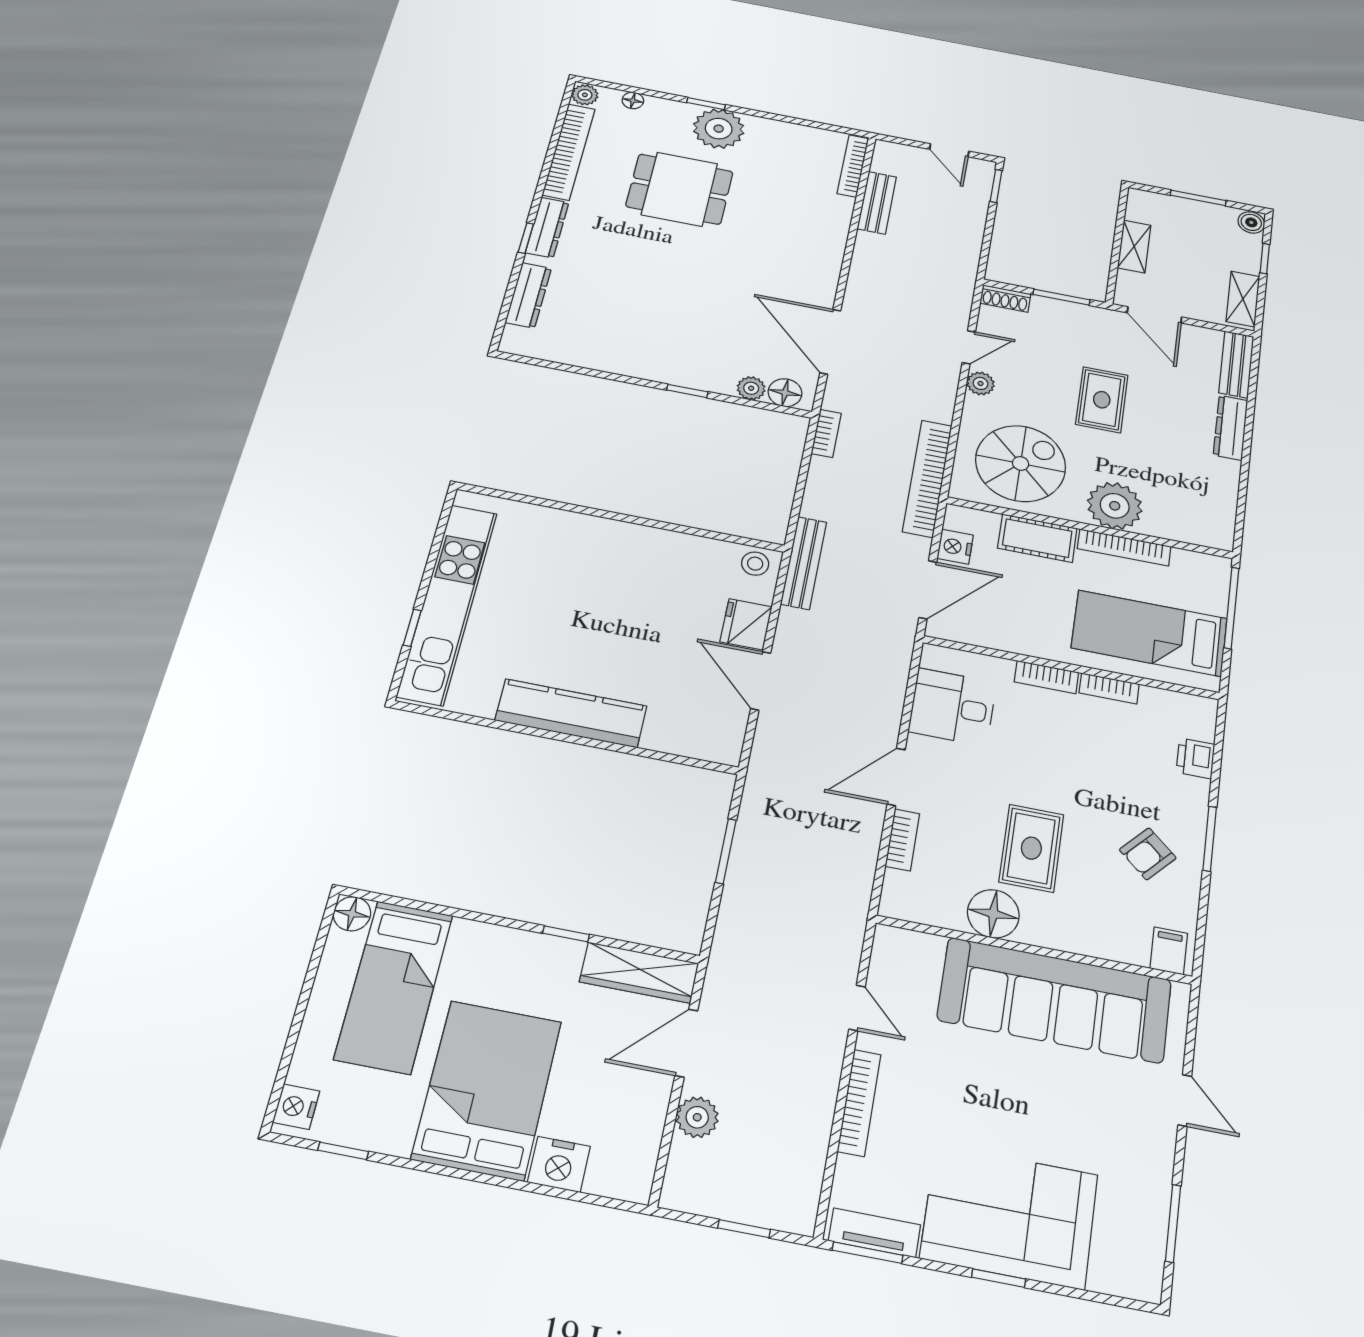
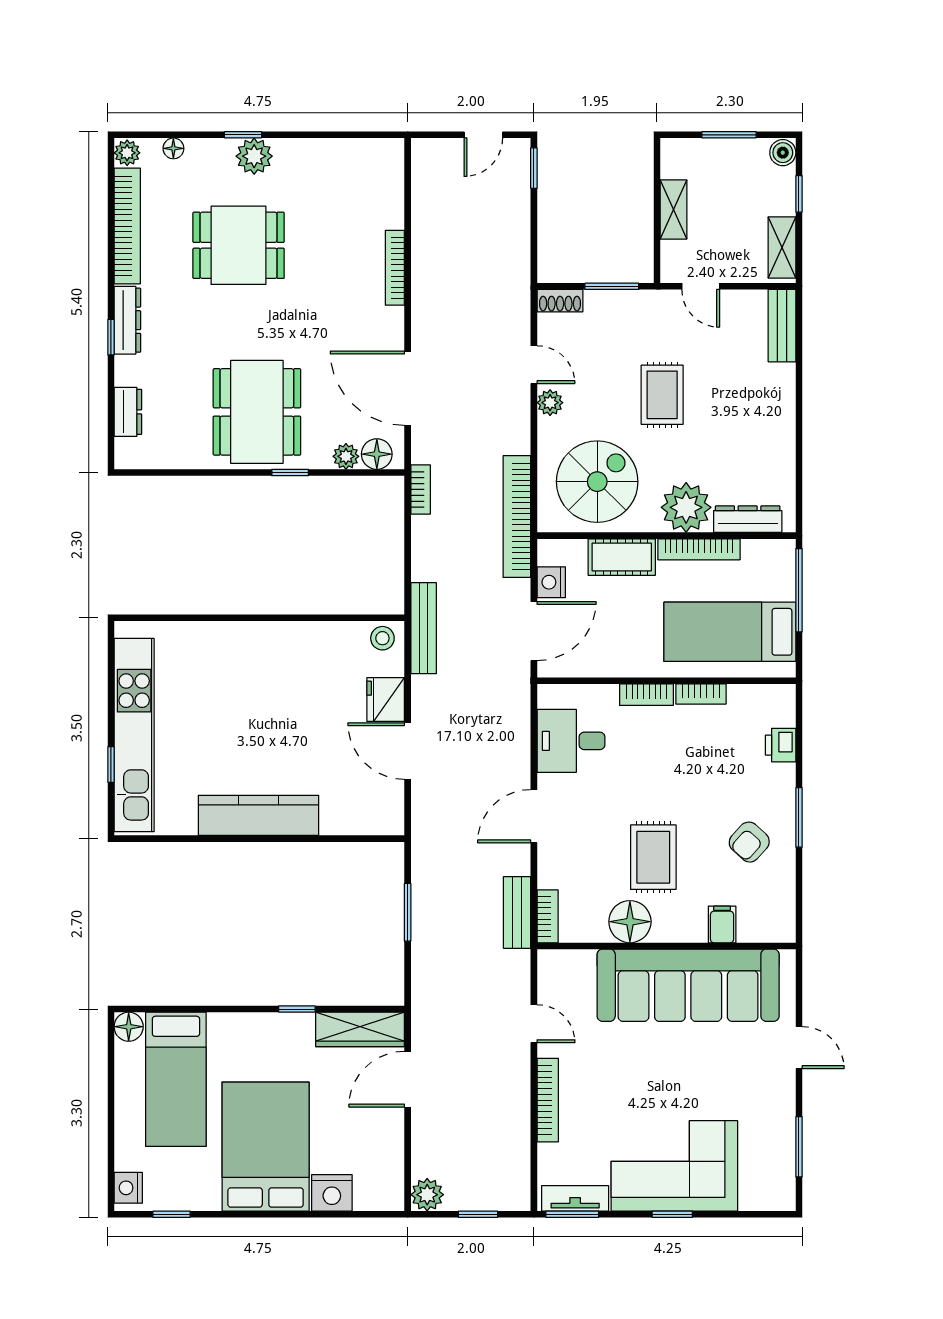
plant: (719, 129) -> (254, 156), width x0.73, depth x0.73
door: (949, 150) -> (483, 135), hinge flipped
bookcase: (853, 166) -> (395, 268), moved
bench: (877, 203) -> (517, 913), moved
dresser: (528, 295) -> (128, 412), width x0.70
door: (1154, 315) -> (701, 286), width x0.73
dining table: (664, 331) -> (257, 412), added
door: (969, 347) -> (534, 365), hinge flipped
dresser: (1231, 428) -> (748, 519), moved, turned 90
bookcase: (902, 840) -> (548, 916), moved
filing cabinet: (1169, 951) -> (722, 924), moved
plant: (697, 1117) -> (427, 1195), moved

